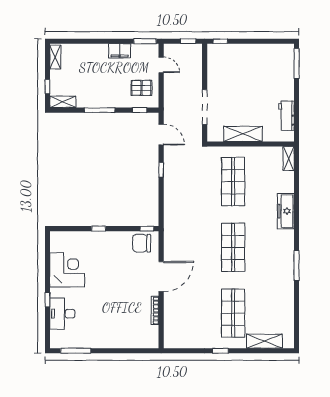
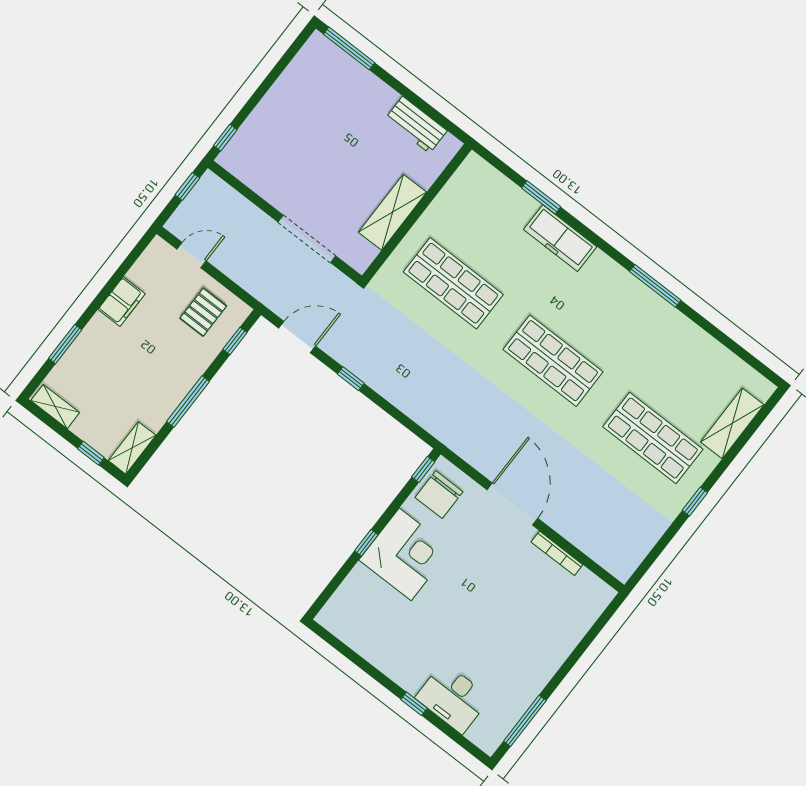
window: (145, 41) -> (65, 344), moved
shelving: (289, 159) -> (484, 172), removed
window: (297, 190) -> (541, 197), added
corner desk: (67, 270) -> (405, 554), moved, turned 90

